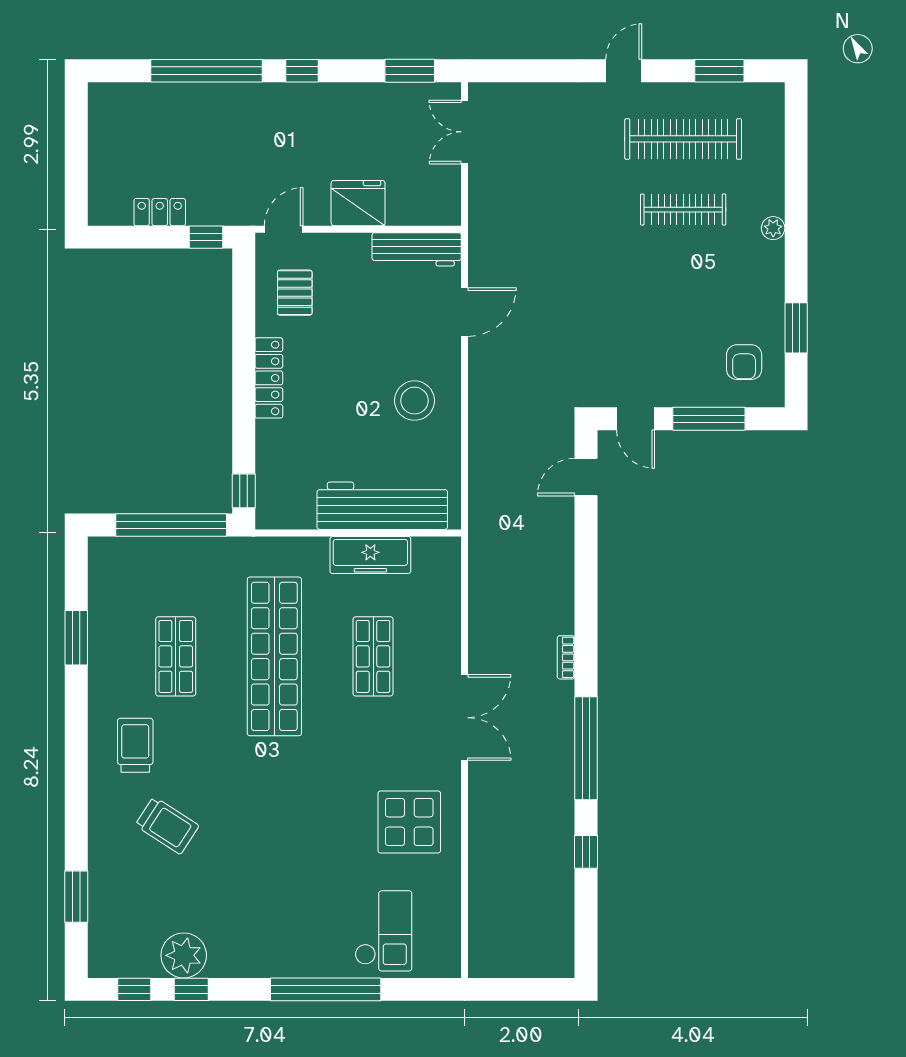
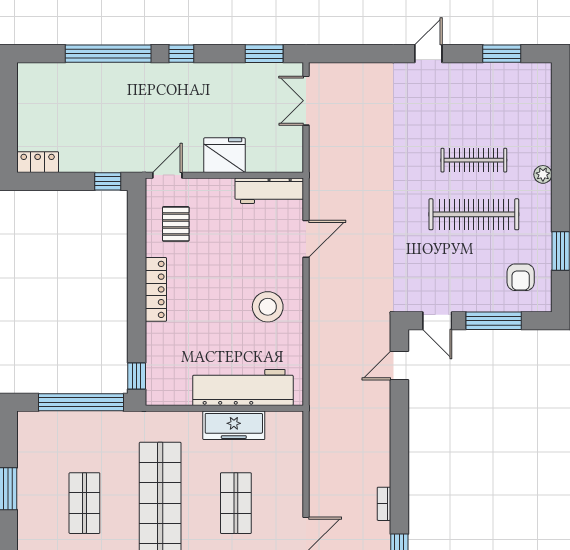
clothes rail: (683, 139) -> (474, 214), moved
locker: (160, 212) -> (38, 162), moved

